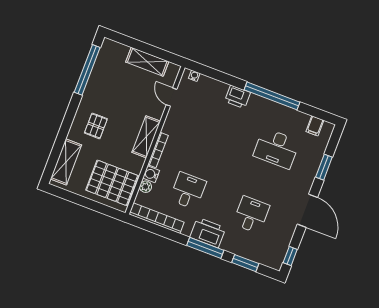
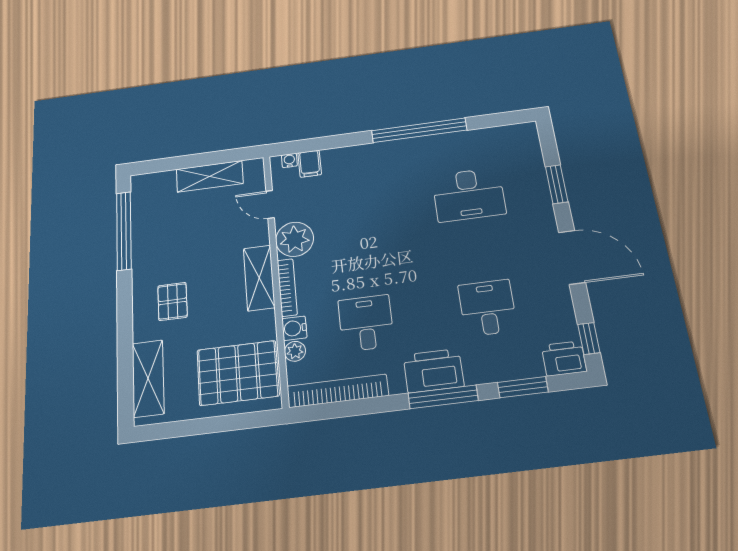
printer: (238, 97) -> (564, 358), moved, turned 180
plant: (175, 125) -> (295, 239), added
filing cabinet: (315, 126) -> (310, 164), moved

